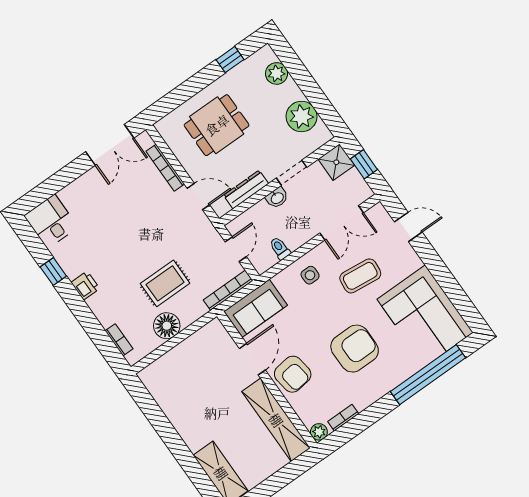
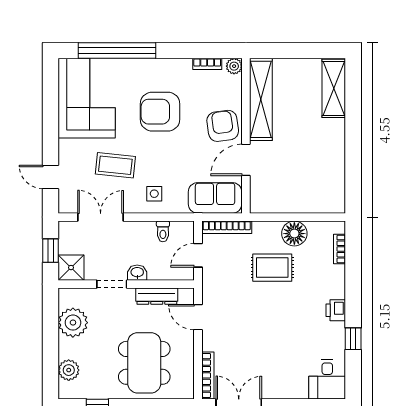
dining table: (217, 125) -> (144, 363), width x1.38
bookcase: (165, 168) -> (208, 375), moved

